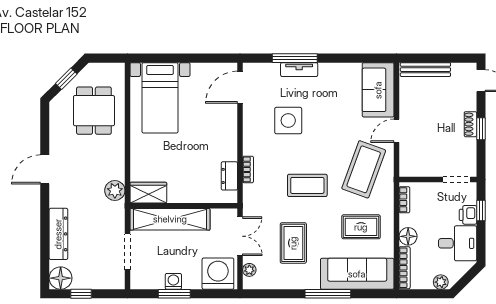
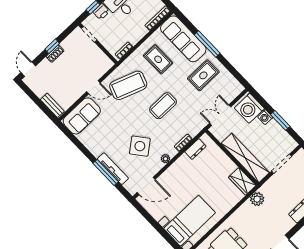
tv unit: (299, 70) -> (113, 169), width x1.41
bench: (425, 70) -> (52, 105), width x0.73
side table: (288, 121) -> (140, 146), turned -38
coffee table: (307, 185) -> (163, 106), turned 90
floor lamp: (408, 236) -> (140, 31), removed
rug: (293, 243) -> (203, 75), moved
plant: (249, 270) -> (165, 159), moved
washing machine: (173, 281) -> (265, 117), moved

